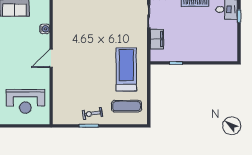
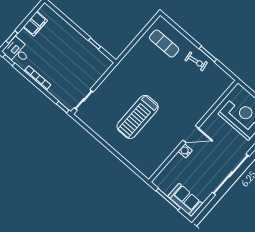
water cooler: (45, 29) -> (185, 151), moved
filing cabinet: (157, 39) -> (35, 24), moved, turned 180
treadmill: (126, 69) -> (138, 117), moved

